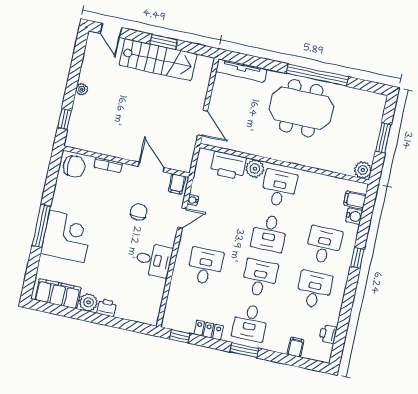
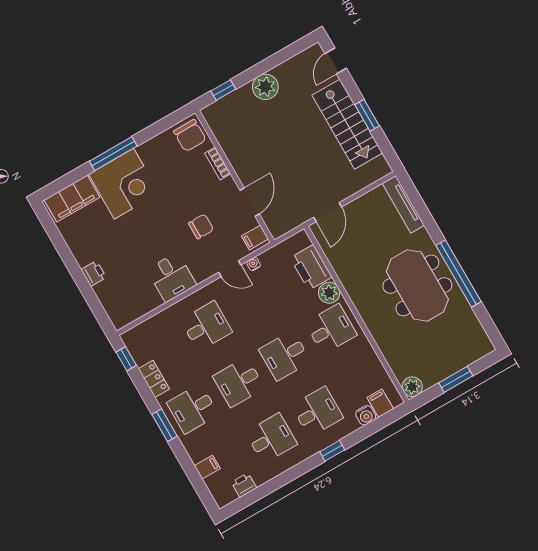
plant: (82, 89) -> (265, 87), width x1.88, depth x1.88
desk: (260, 278) -> (239, 382), turned 180
filing cabinet: (58, 294) -> (72, 199), moved, turned 90
plant: (88, 302) -> (84, 254), removed

